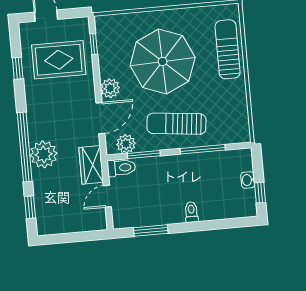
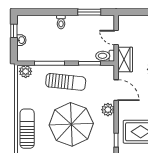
sun lounger: (228, 49) -> (27, 129), turned 180
door: (100, 118) -> (116, 90), swing flipped
plant: (126, 144) -> (26, 71), moved
door: (107, 196) -> (116, 38), swing flipped

